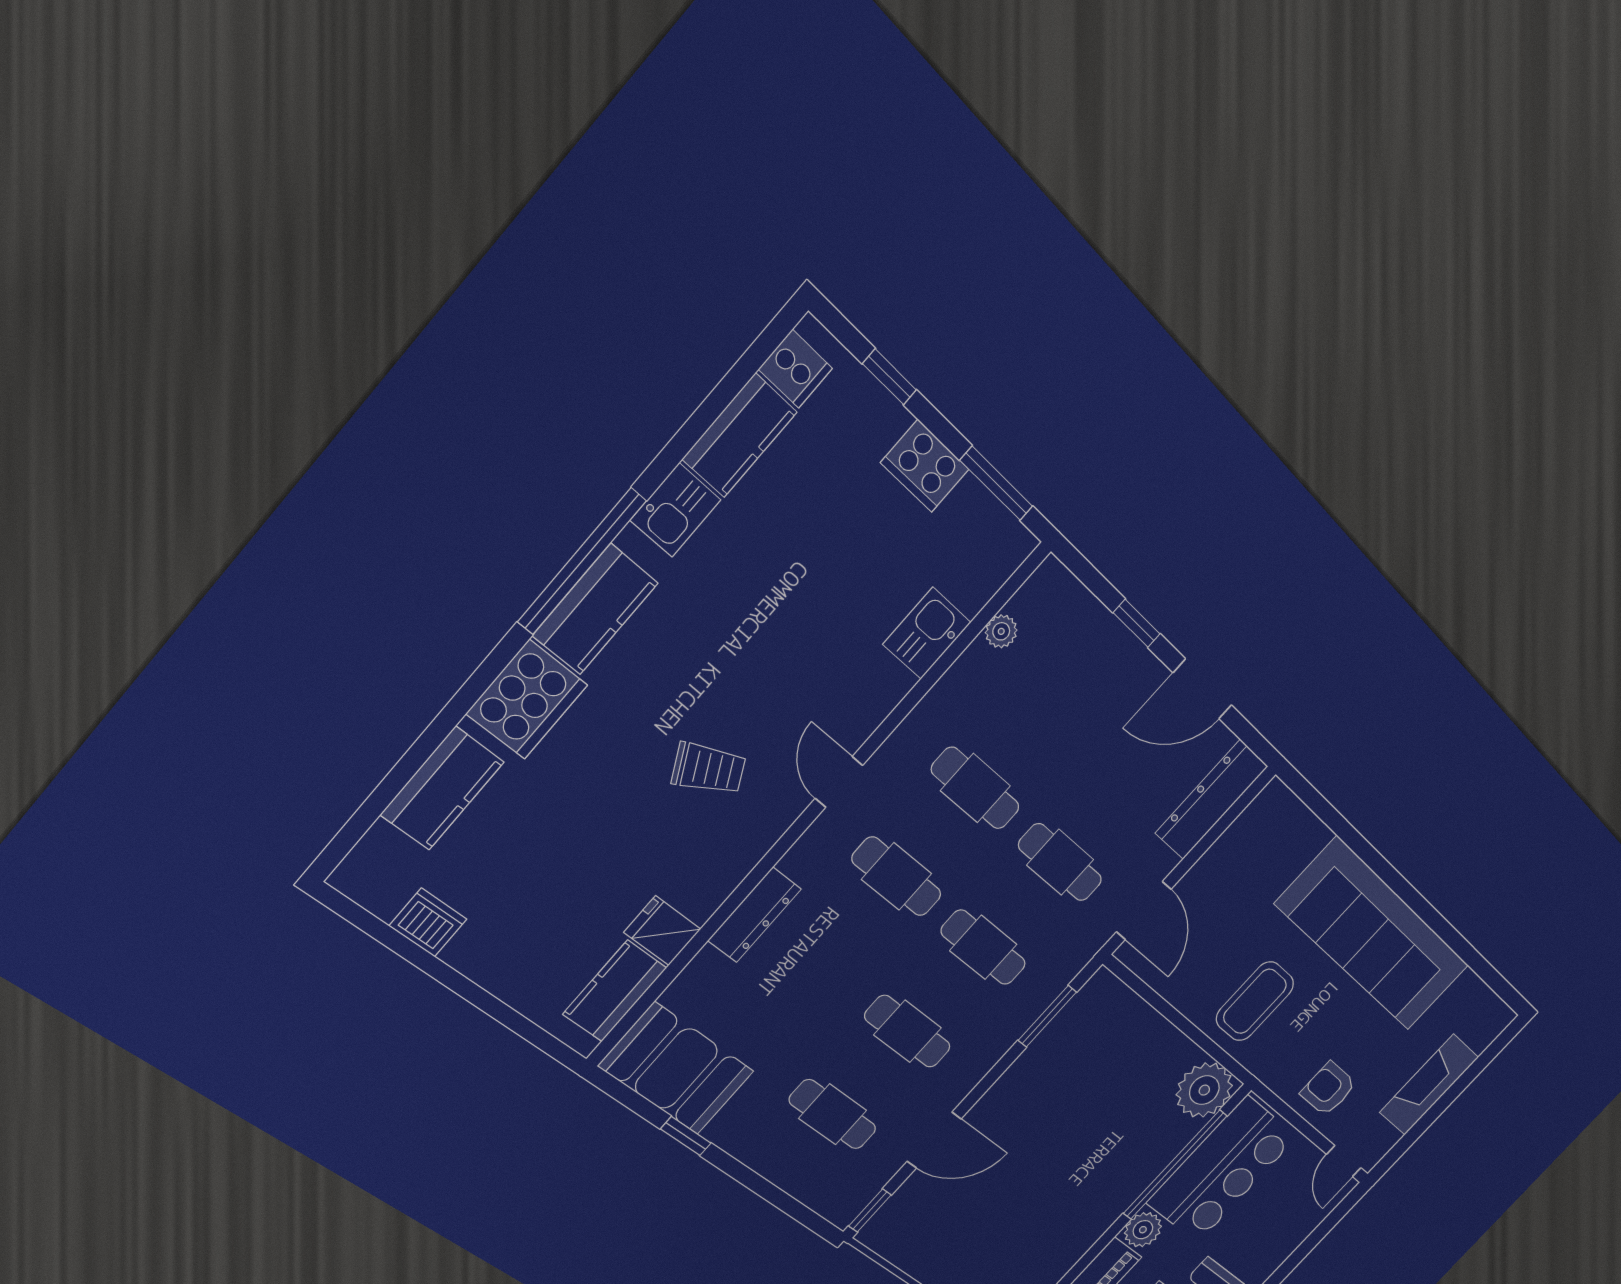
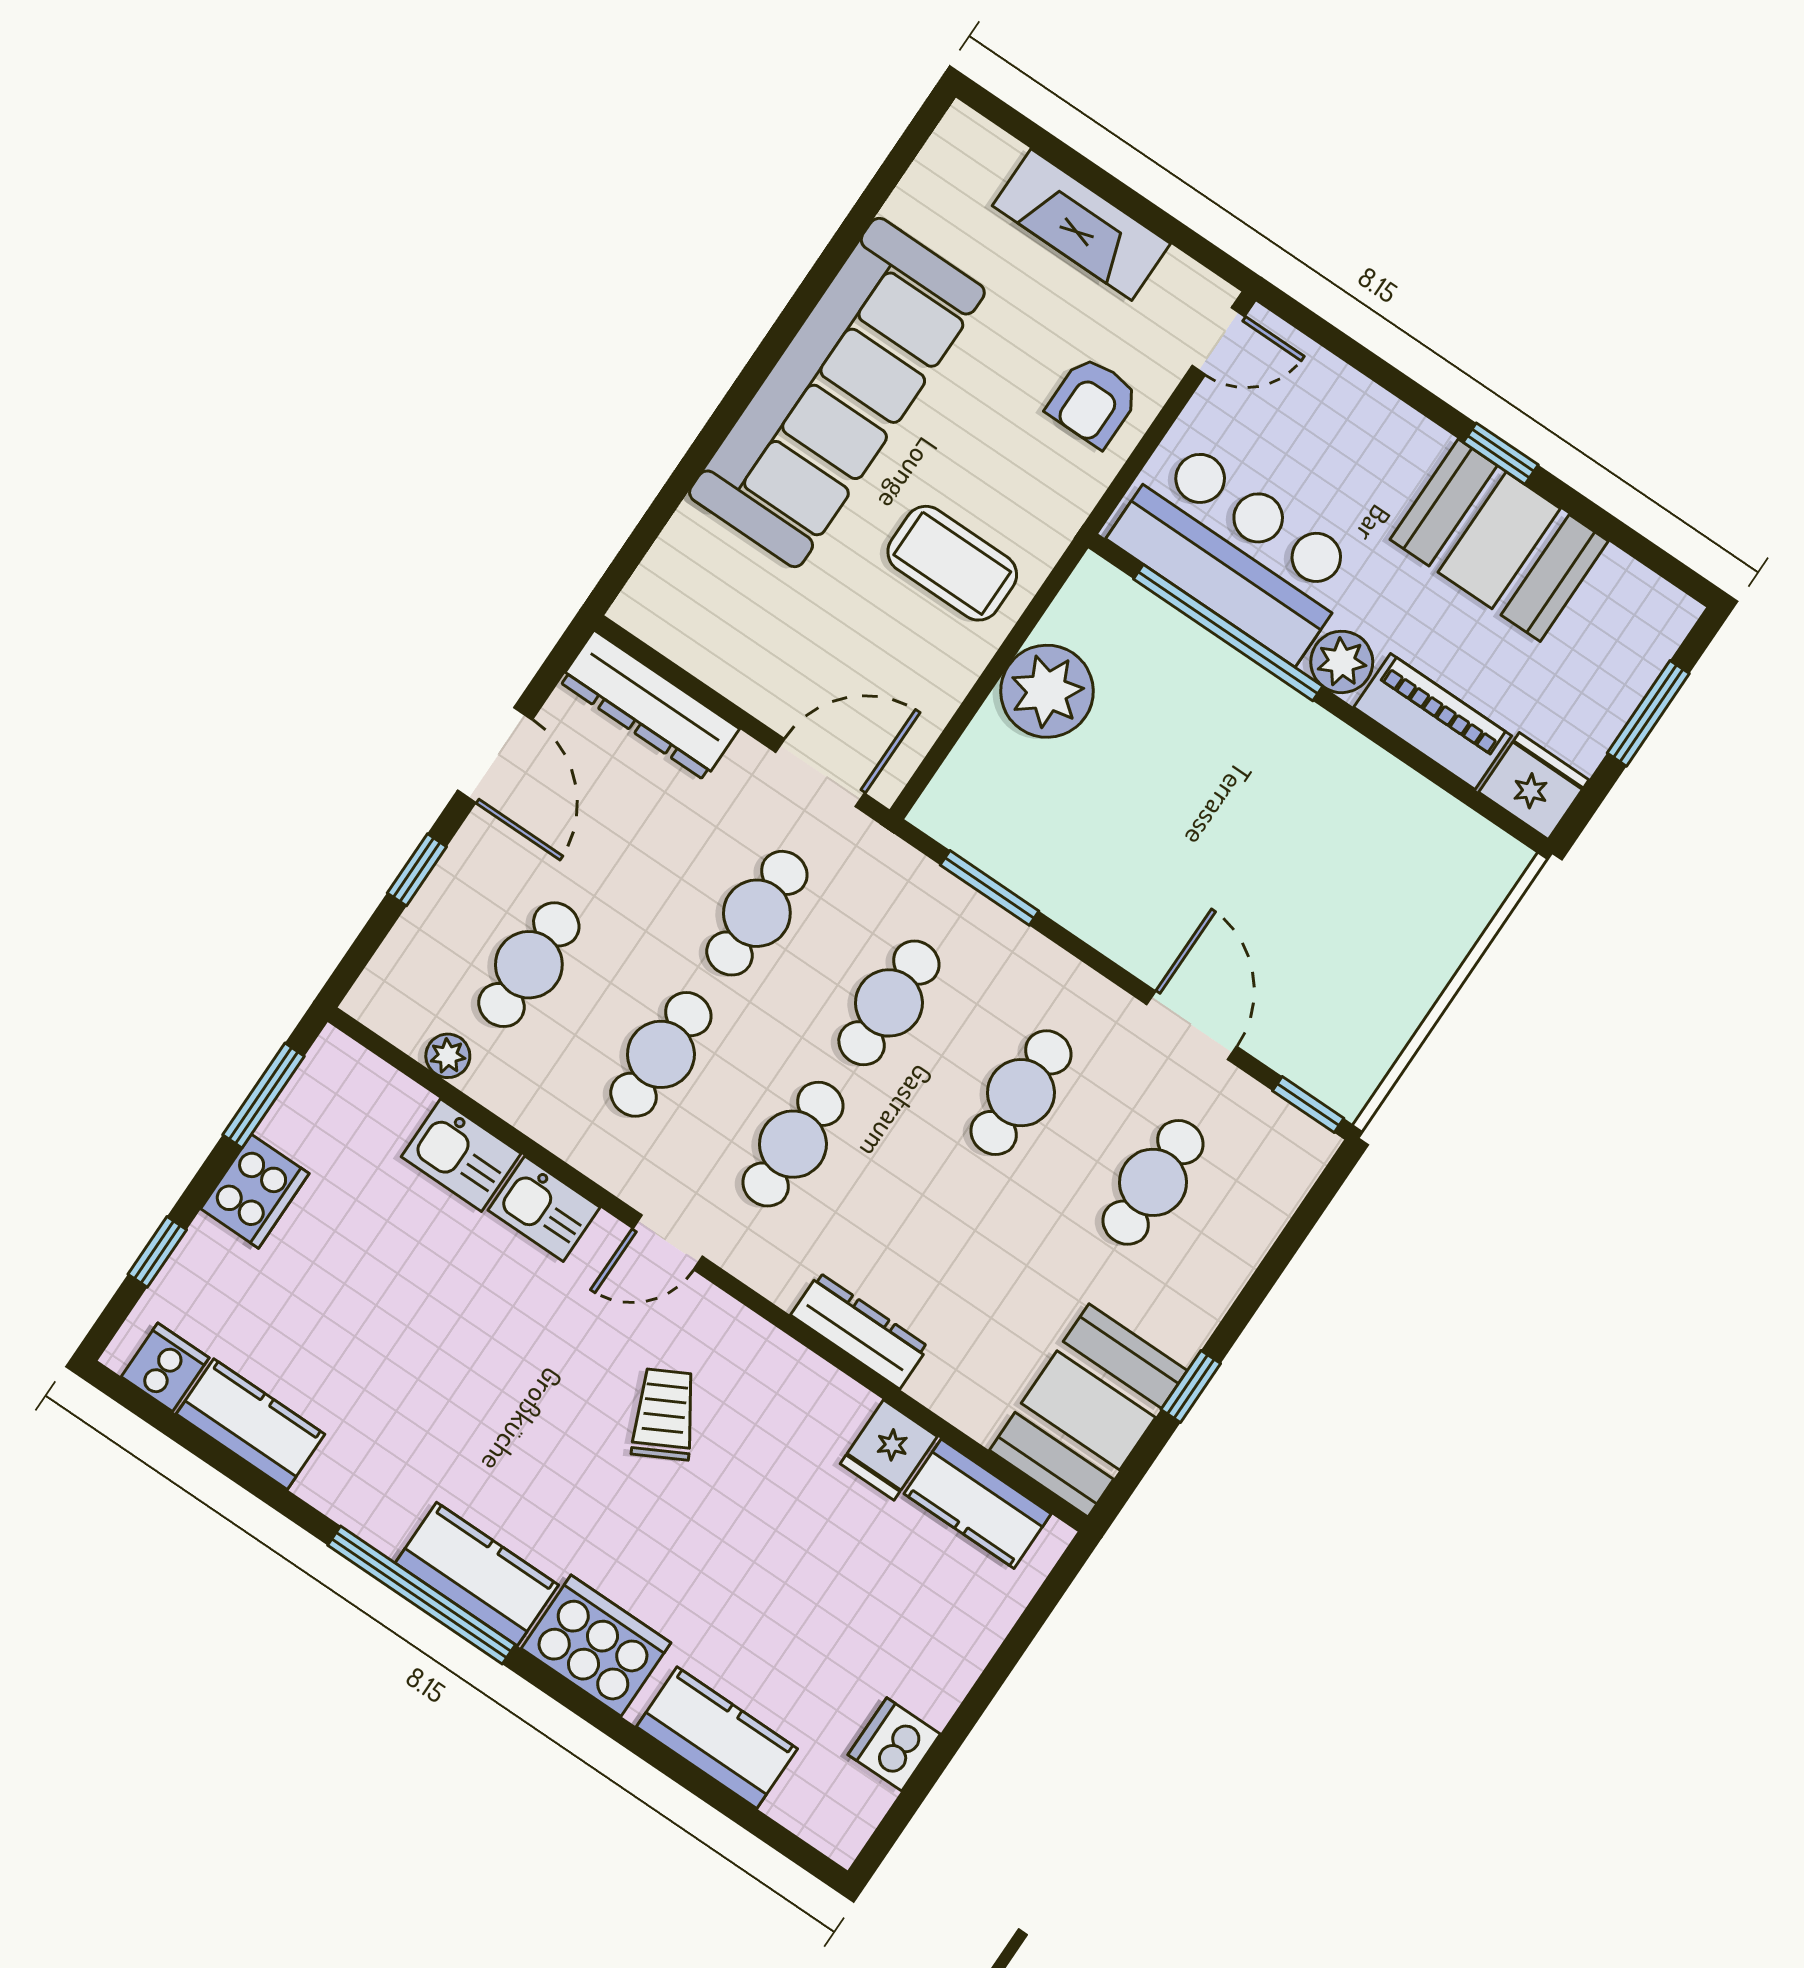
kitchen sink: (676, 510) -> (544, 1209), moved, turned 180
cafe table: (1055, 699) -> (529, 965), added
plant: (1204, 1090) -> (1047, 691), moved

